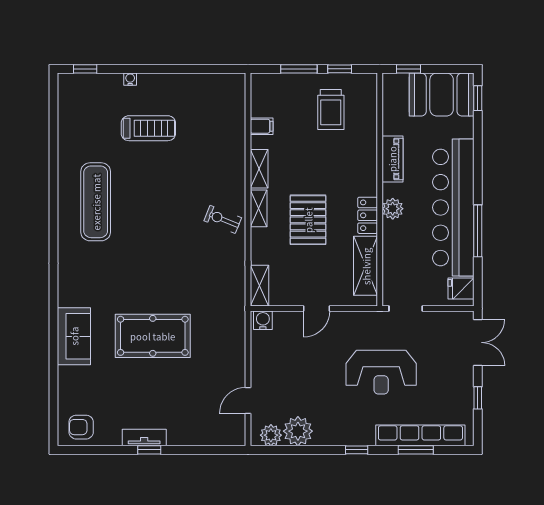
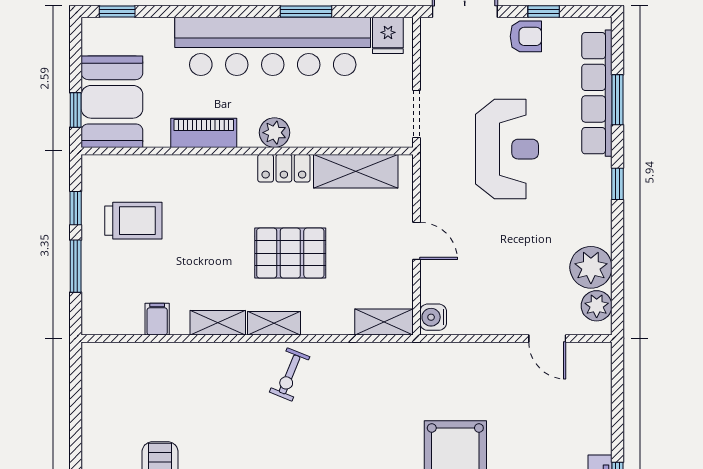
booth: (442, 94) -> (112, 102), moved
window: (478, 231) -> (306, 12), width x0.69
armchair: (460, 385) -> (526, 36), added

